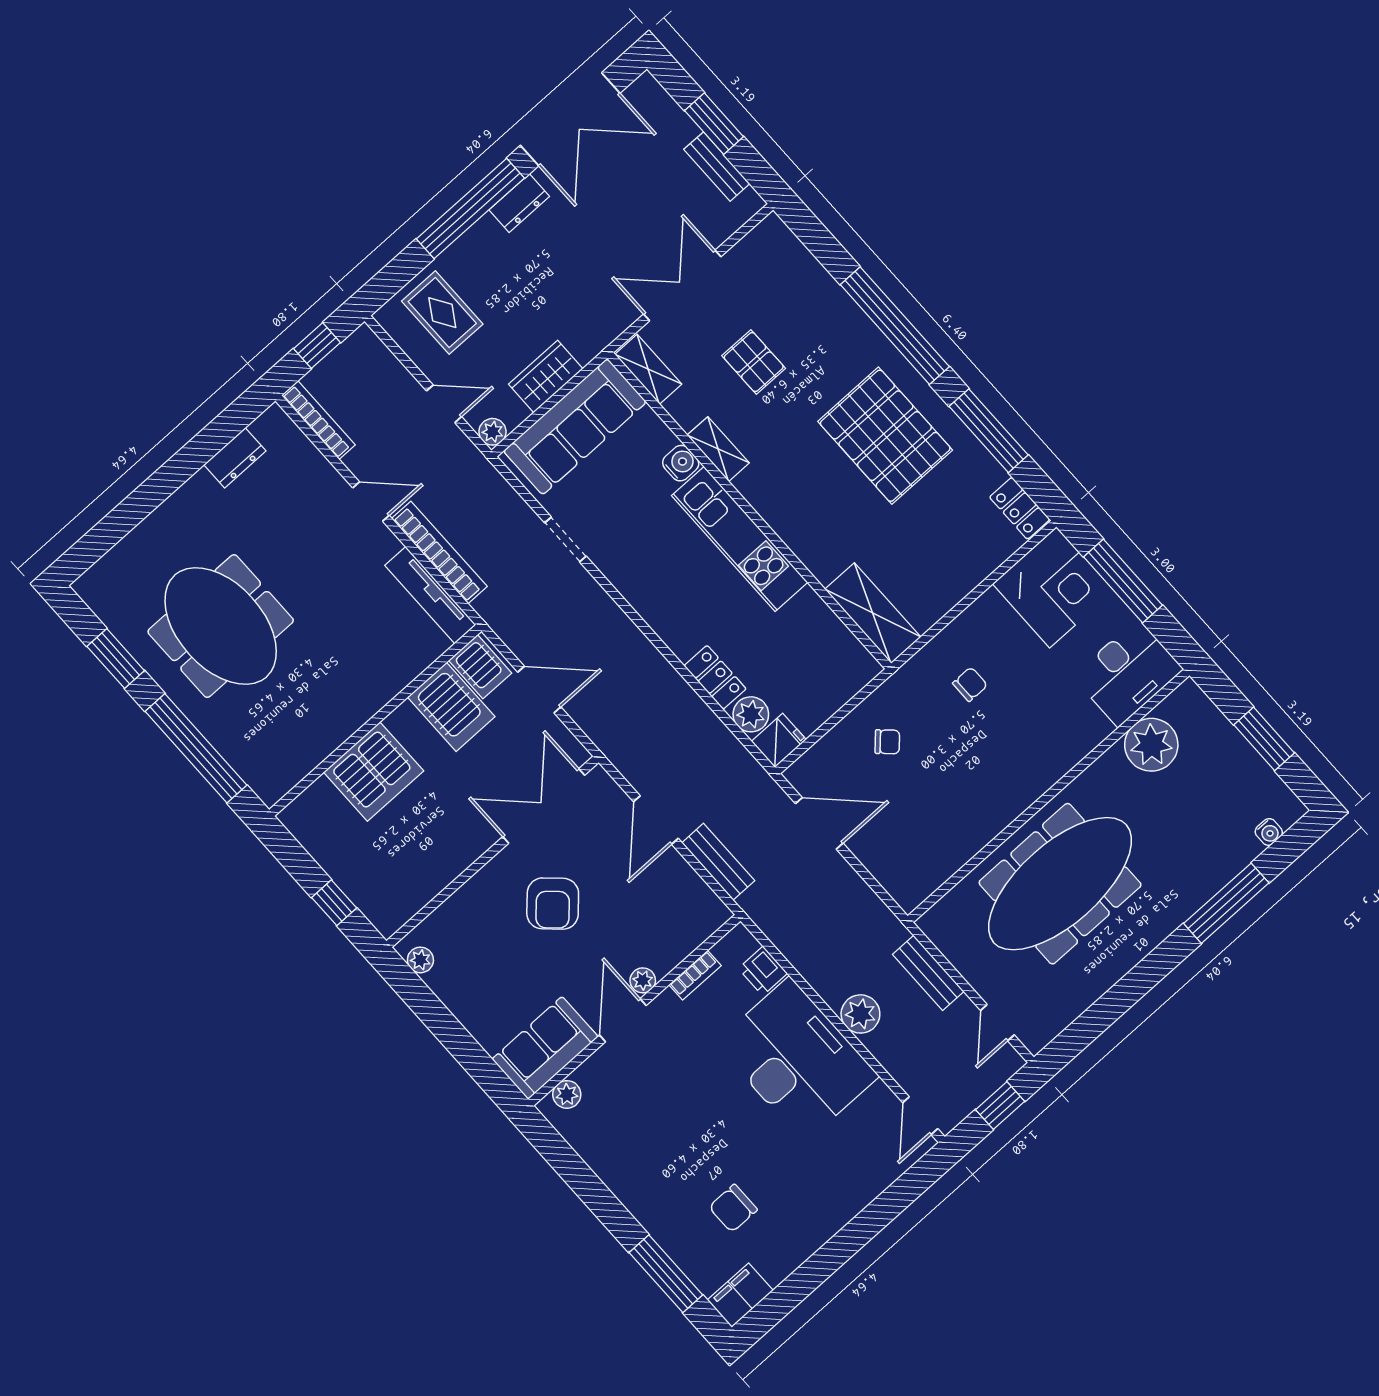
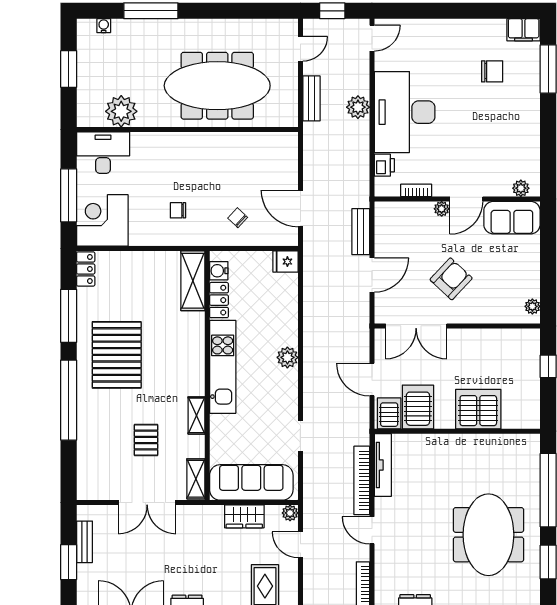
water cooler: (681, 463) -> (219, 271), moved
locker: (715, 677) -> (219, 300), moved, turned 180
plant: (751, 714) -> (287, 357), moved

